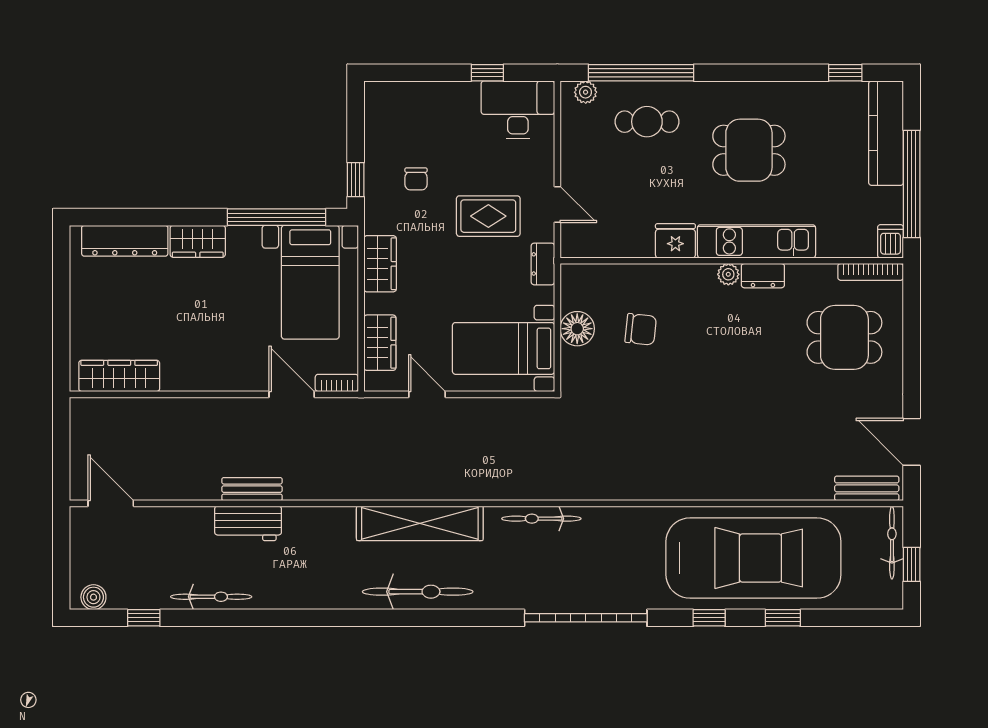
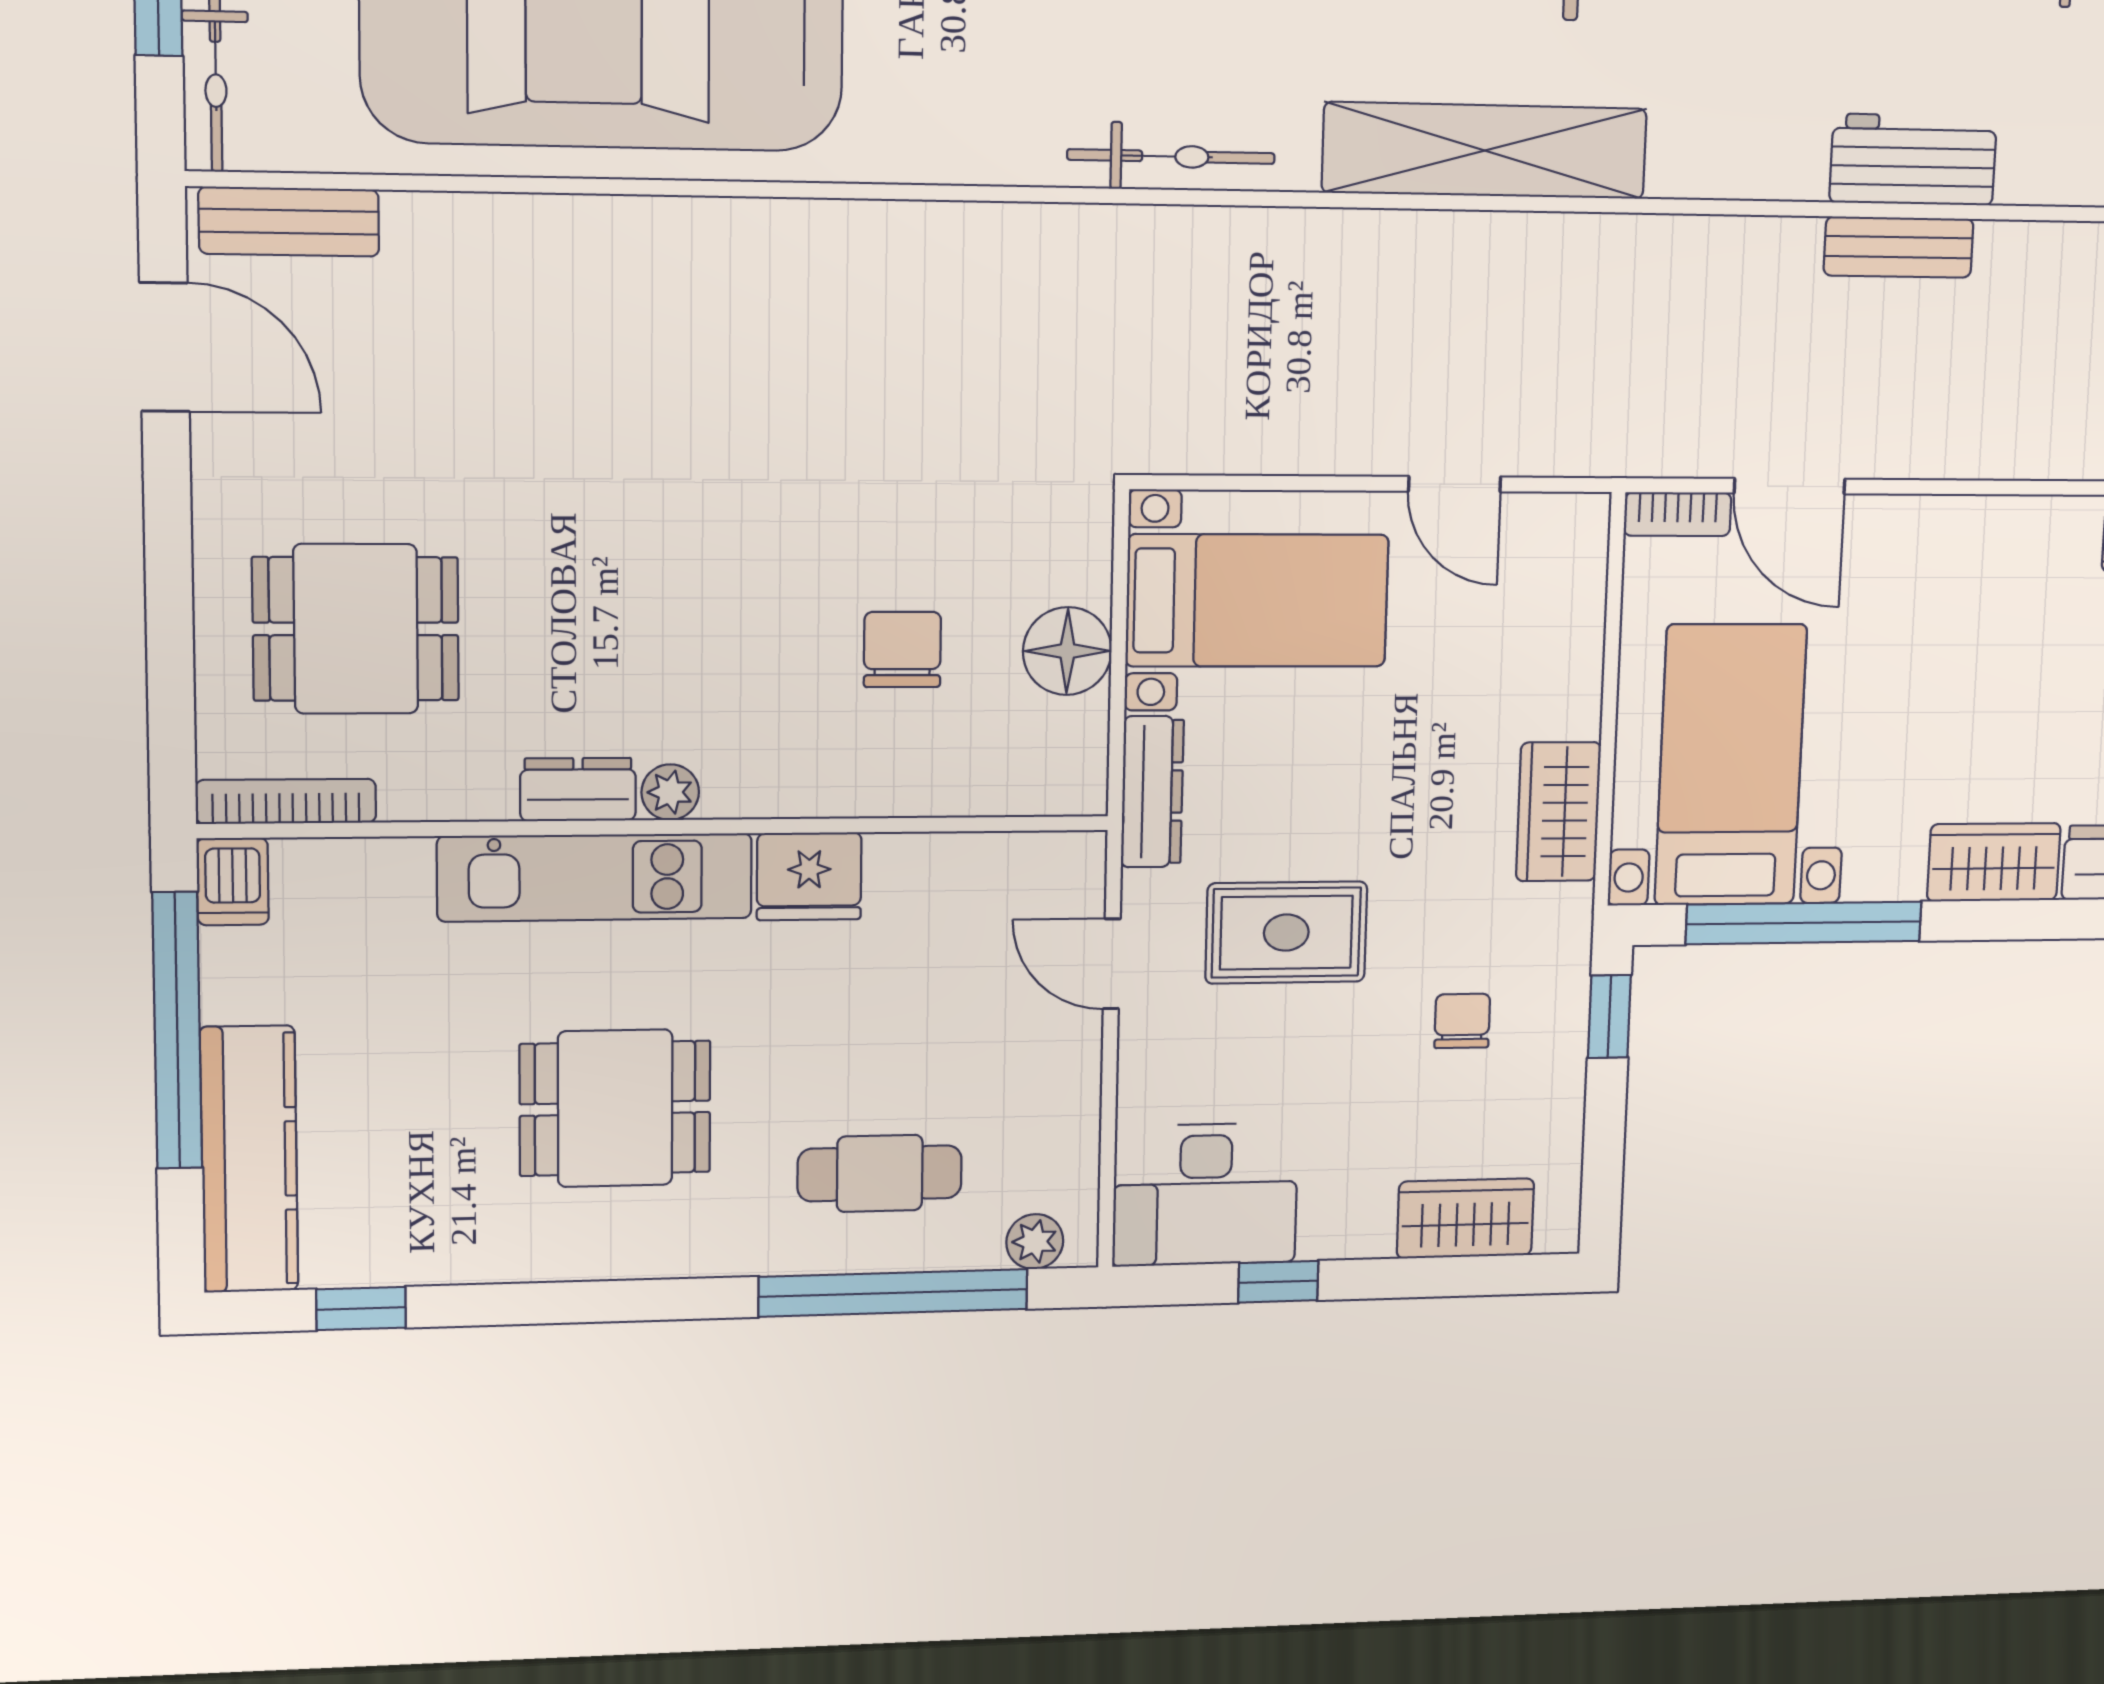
dresser: (543, 264) -> (1152, 792), width x1.44
chair: (641, 329) -> (902, 650), turned 84
wardrobe: (380, 343) -> (1465, 1218), moved, turned 90

